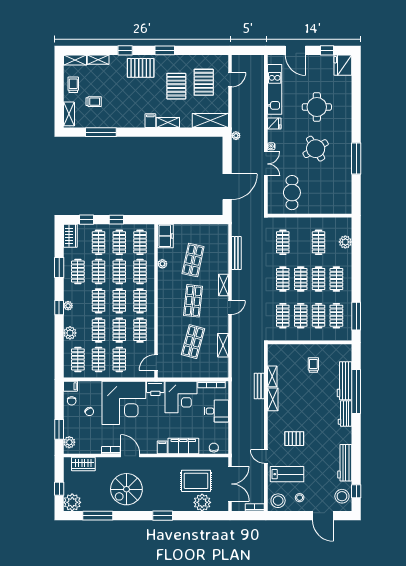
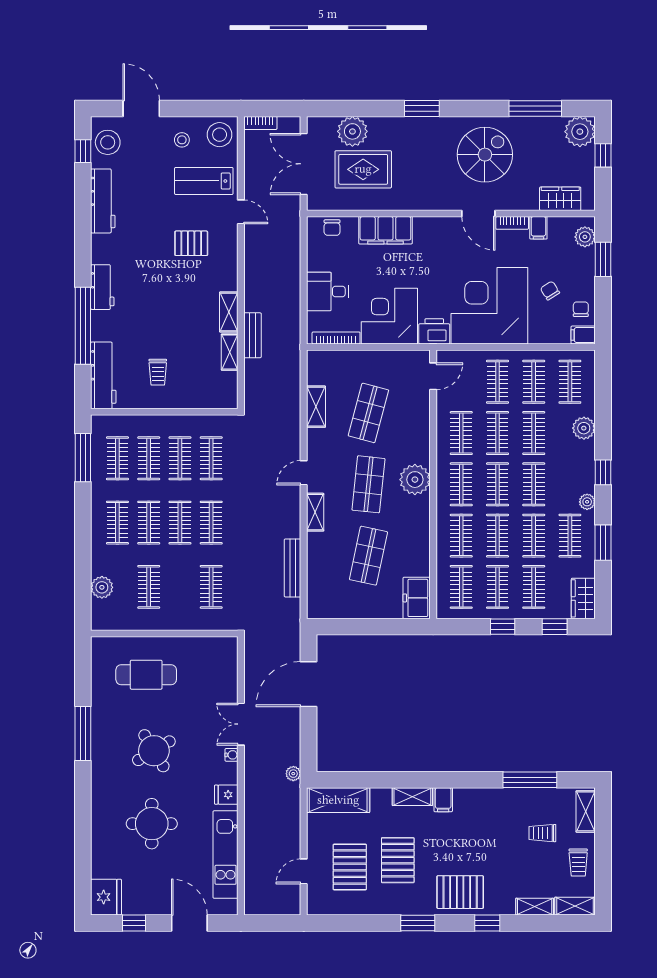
cafe table: (292, 193) -> (146, 675), moved, turned 90
plant: (162, 264) -> (415, 480), moved, width x1.88, depth x1.88
plant: (68, 306) -> (587, 502), moved
workbench: (344, 381) -> (103, 375), moved
filing cabinet: (162, 447) -> (538, 228), moved

